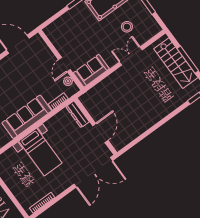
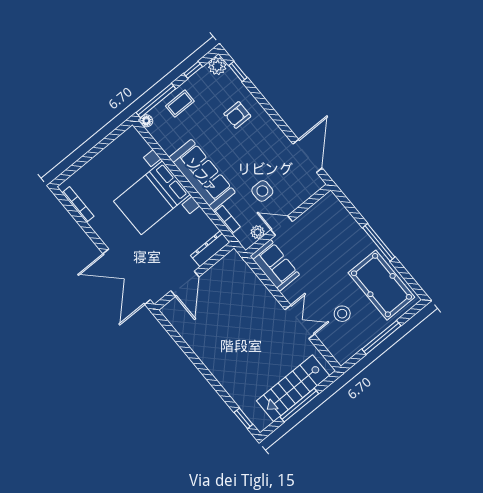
side table: (40, 76) -> (262, 191), added
door: (100, 133) -> (185, 284), hinge flipped
bed with nightstands: (40, 152) -> (152, 198), width x1.36

